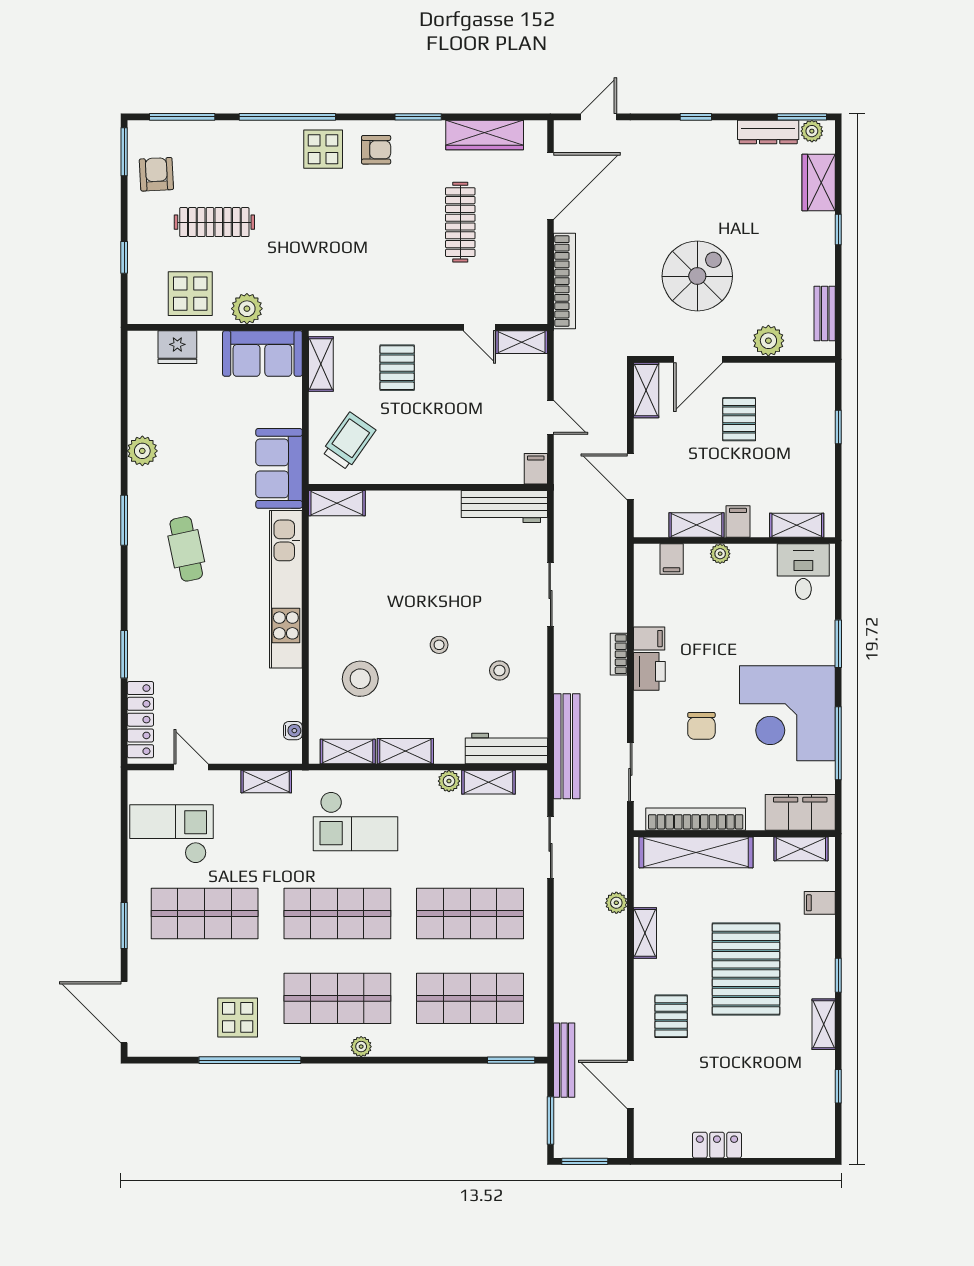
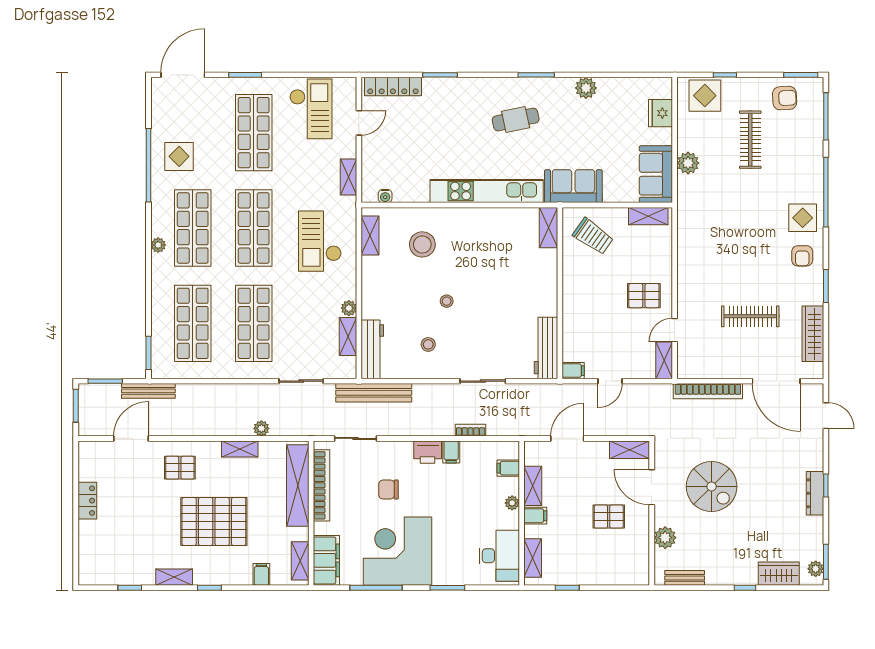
dresser: (768, 132) -> (815, 493), moved
display table: (190, 294) -> (705, 96), moved
pallet: (397, 368) -> (644, 296), moved
window: (838, 427) -> (567, 588), moved
desk: (803, 572) -> (499, 556), width x1.37
bookcase: (619, 654) -> (471, 430), moved
shelving: (405, 751) -> (370, 277), removed

